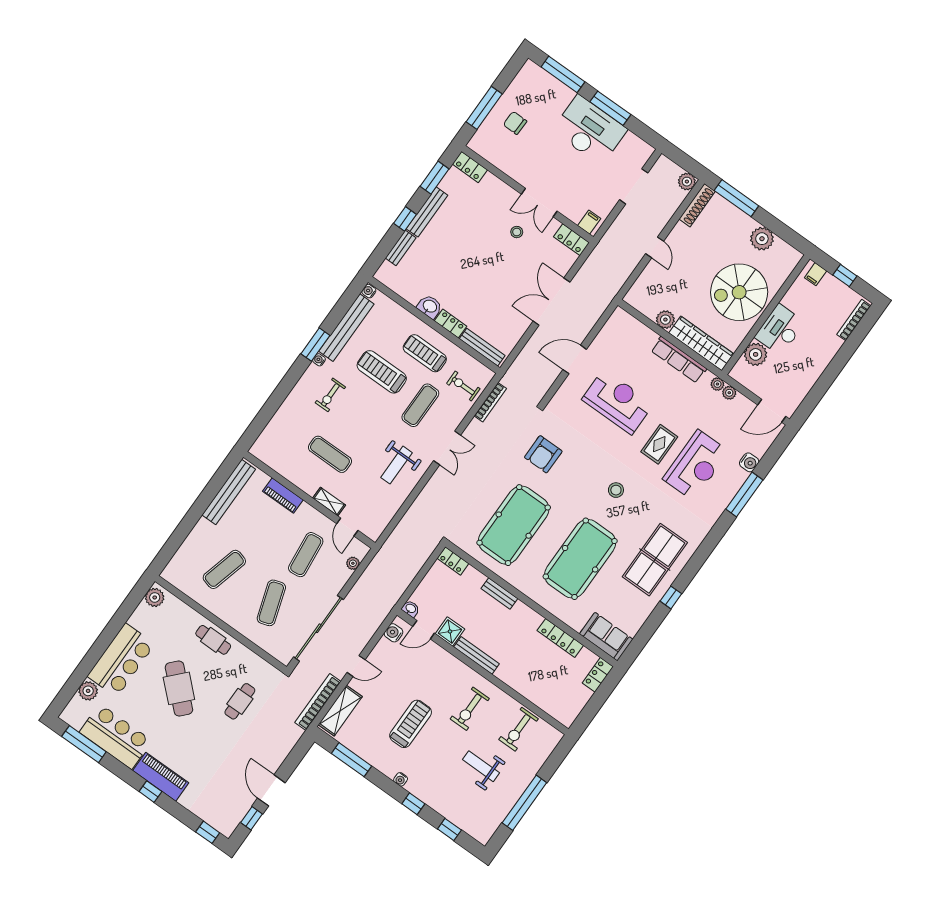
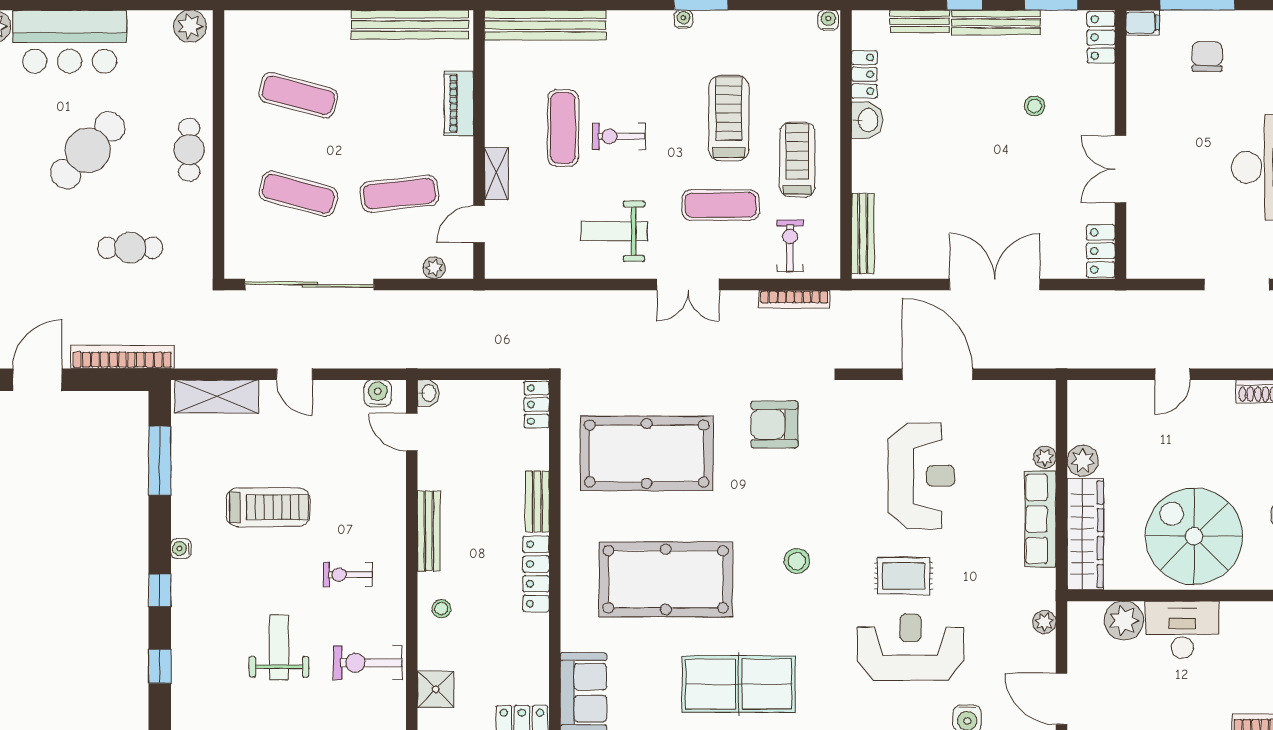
filing cabinet: (589, 222) -> (1143, 23), moved
stool: (517, 232) -> (1035, 106), moved
locker: (451, 324) -> (864, 74), moved
bench: (346, 328) -> (545, 25), moved
door: (575, 359) -> (937, 374), width x1.36
plant: (717, 384) -> (1045, 457), moved
exercise bike: (330, 395) -> (619, 136), moved
reception desk: (696, 465) -> (911, 647), turned 180
exercise mat: (271, 603) -> (298, 194), turned 33
shower: (450, 631) -> (436, 689), moved
locker: (560, 638) -> (536, 574), moved
stool: (518, 676) -> (441, 609), added
bookcase: (318, 702) -> (122, 357), moved
exercise bike: (470, 709) -> (348, 575), width x0.73, depth x0.72

